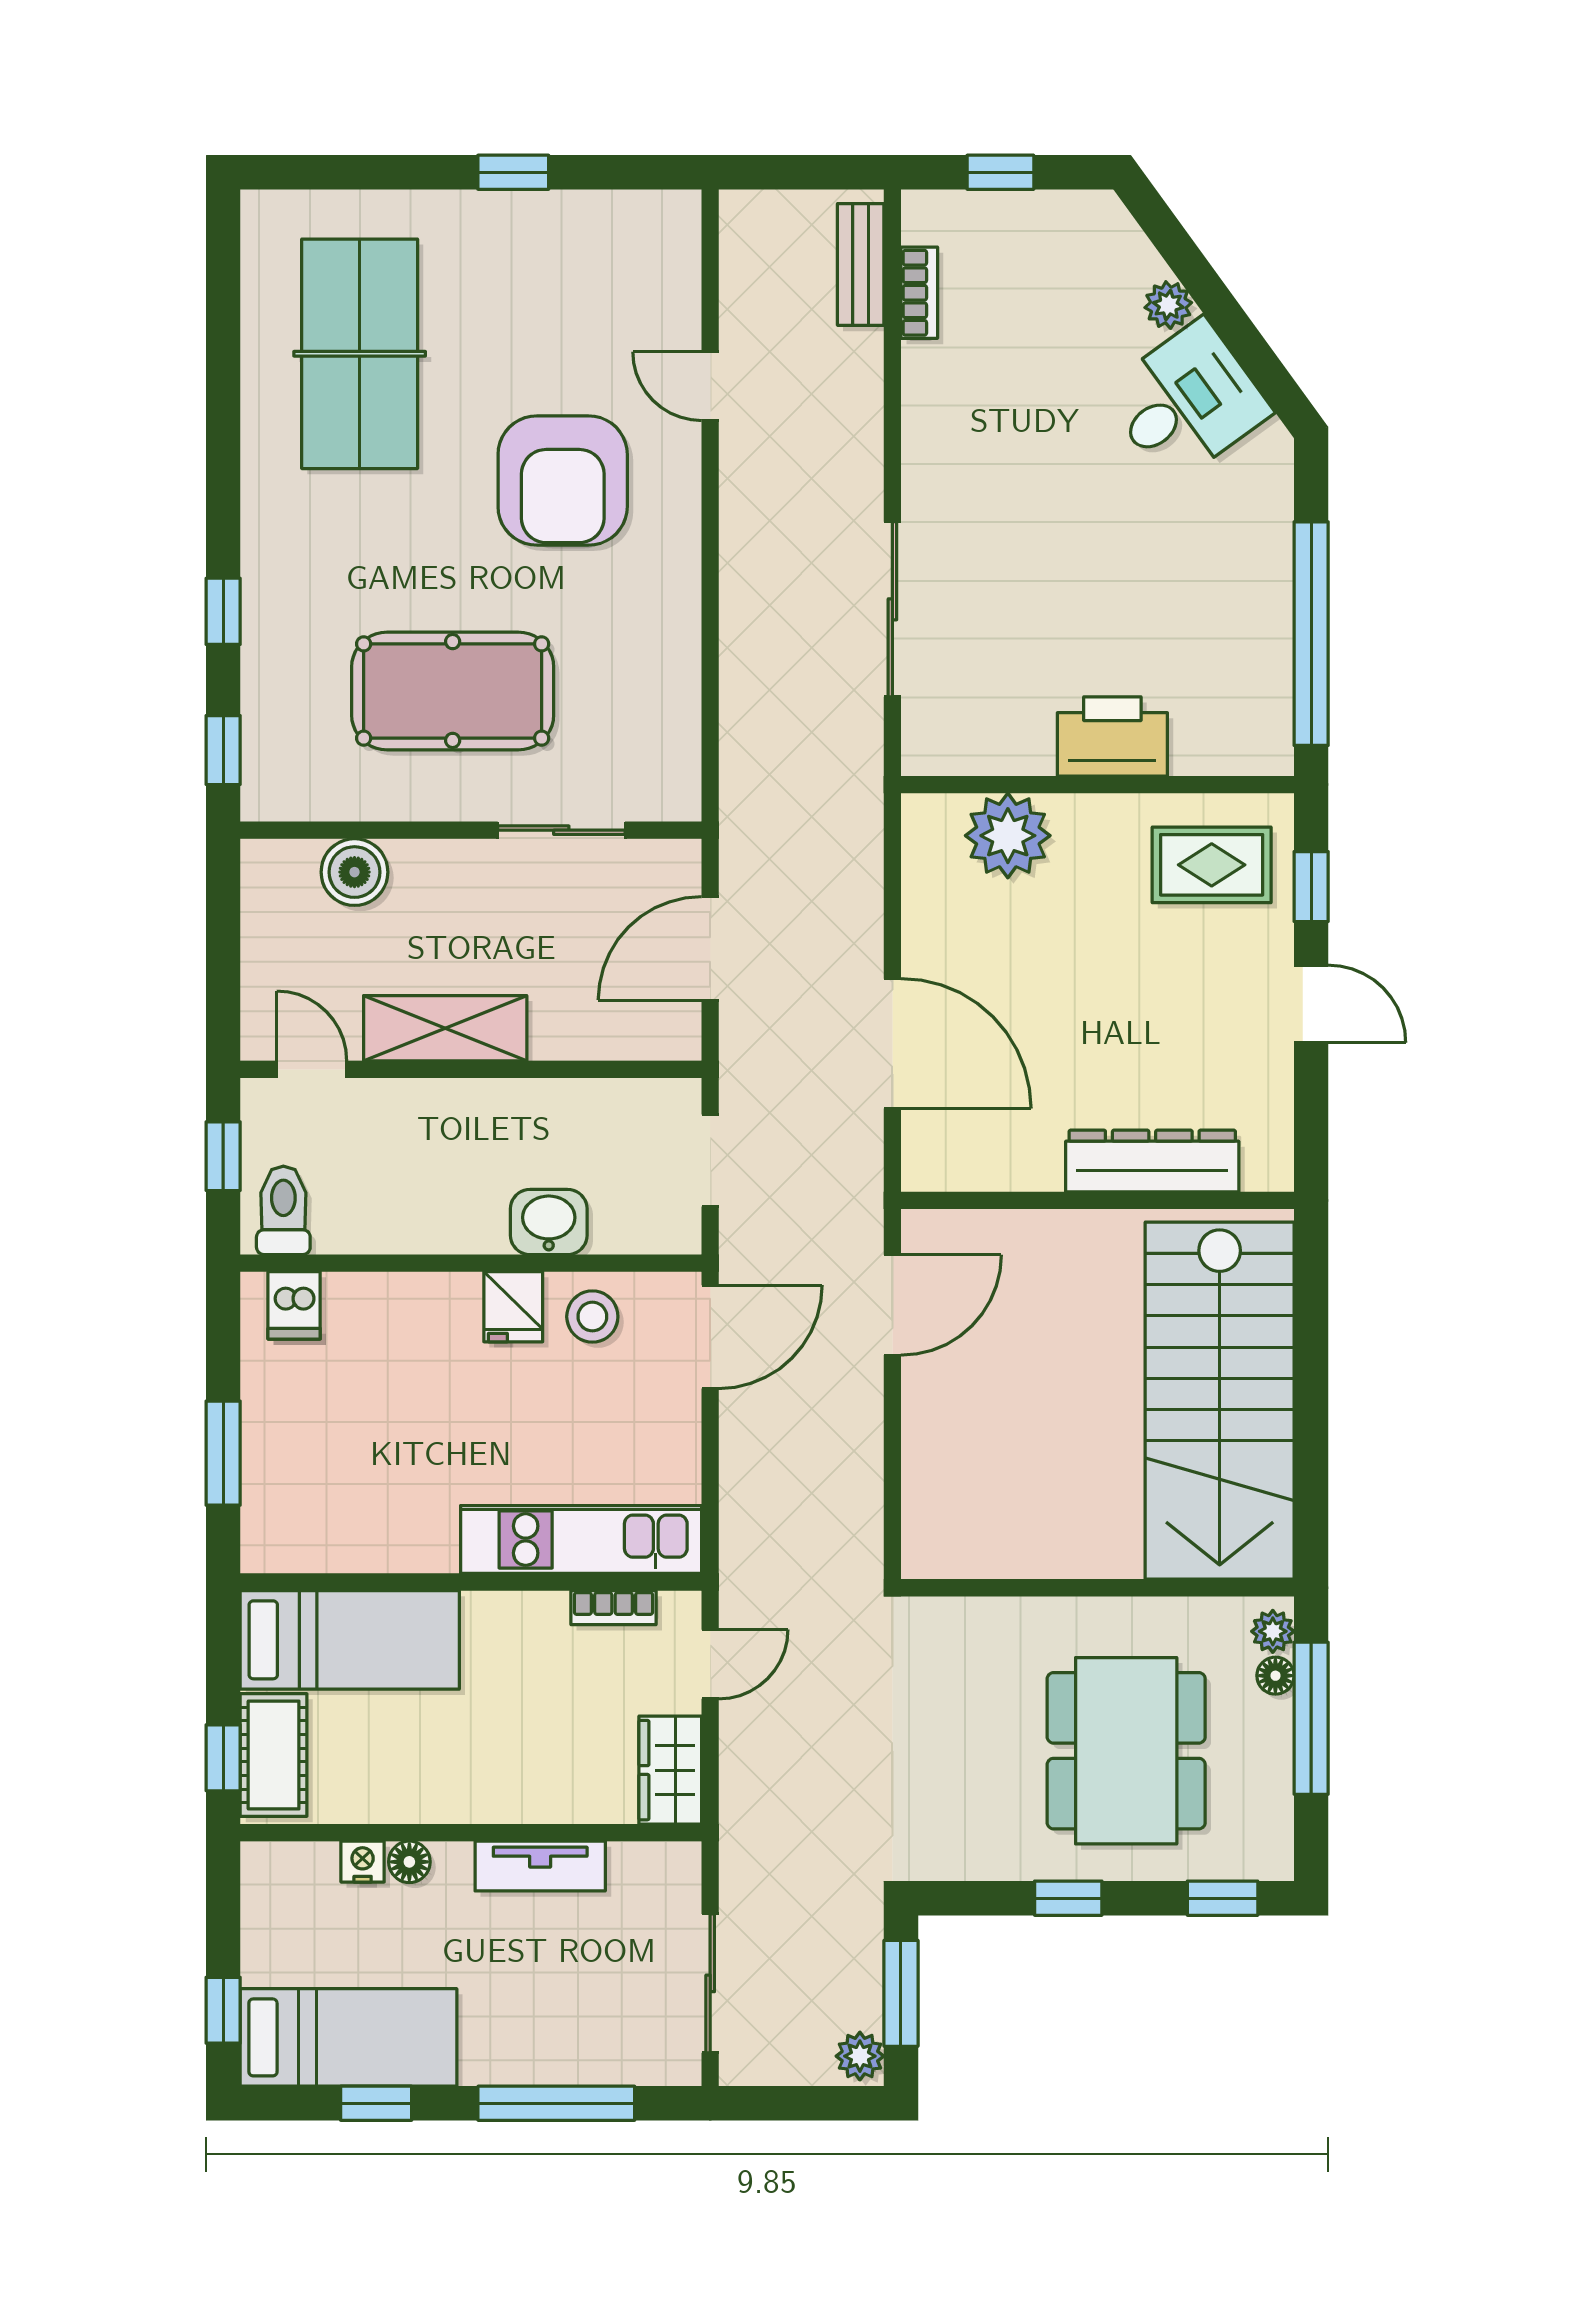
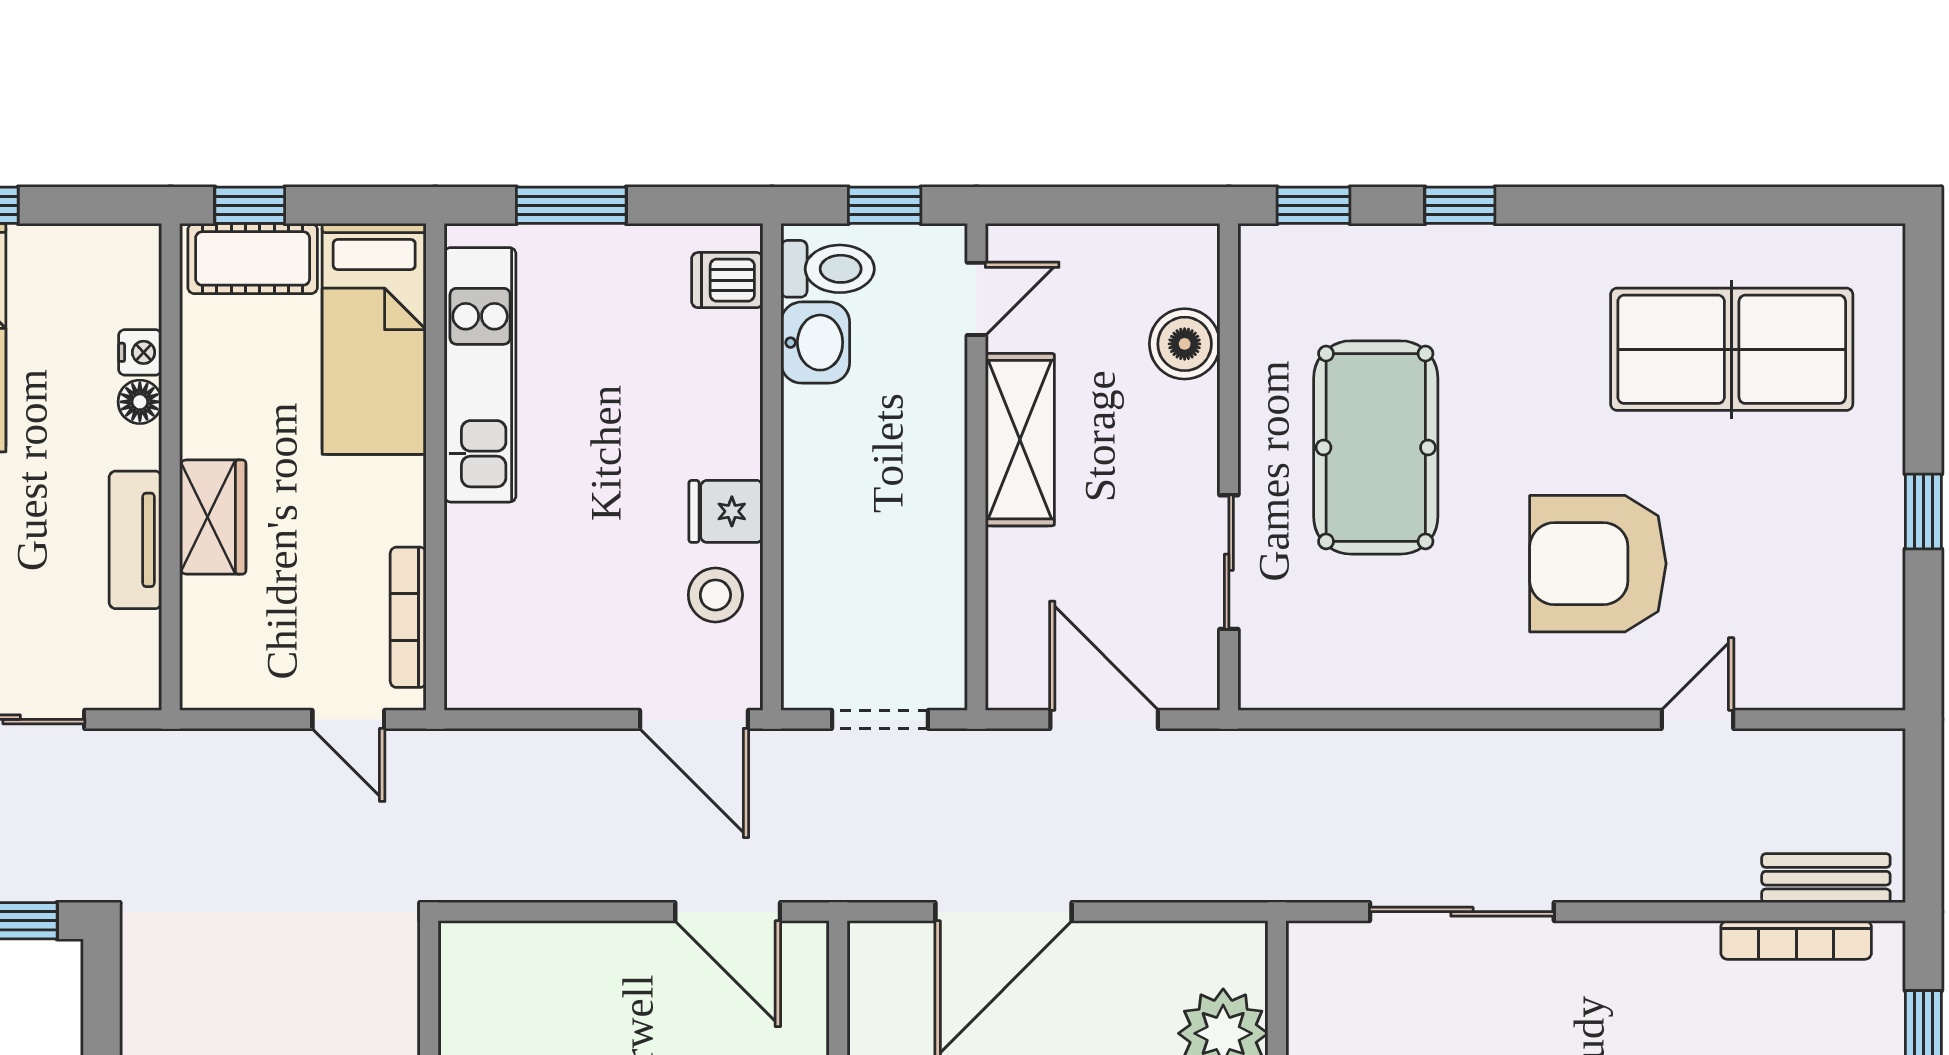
bookcase: (919, 293) -> (1796, 940), width x1.56
washbasin: (549, 1222) -> (815, 343), moved
kitchen unit: (581, 1540) -> (480, 375), moved
bookcase: (613, 1608) -> (408, 617), width x1.56
wardrobe: (670, 1770) -> (213, 517), moved, turned 90

